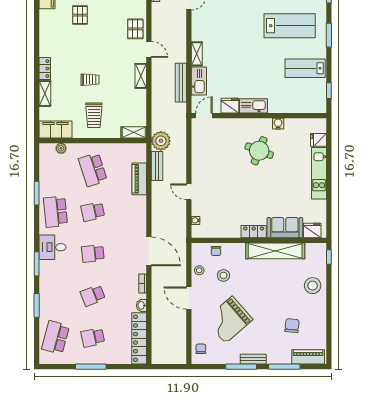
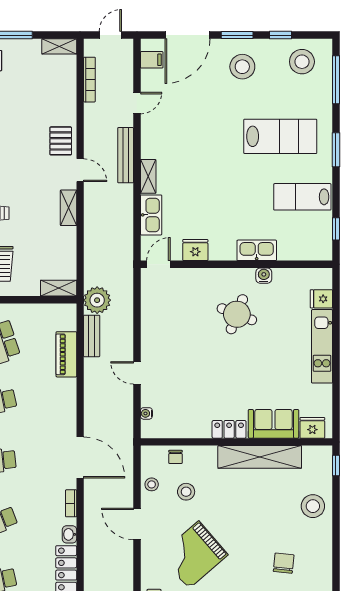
bench: (181, 83) -> (126, 155), moved
kitchen sink: (253, 106) -> (257, 250), moved

